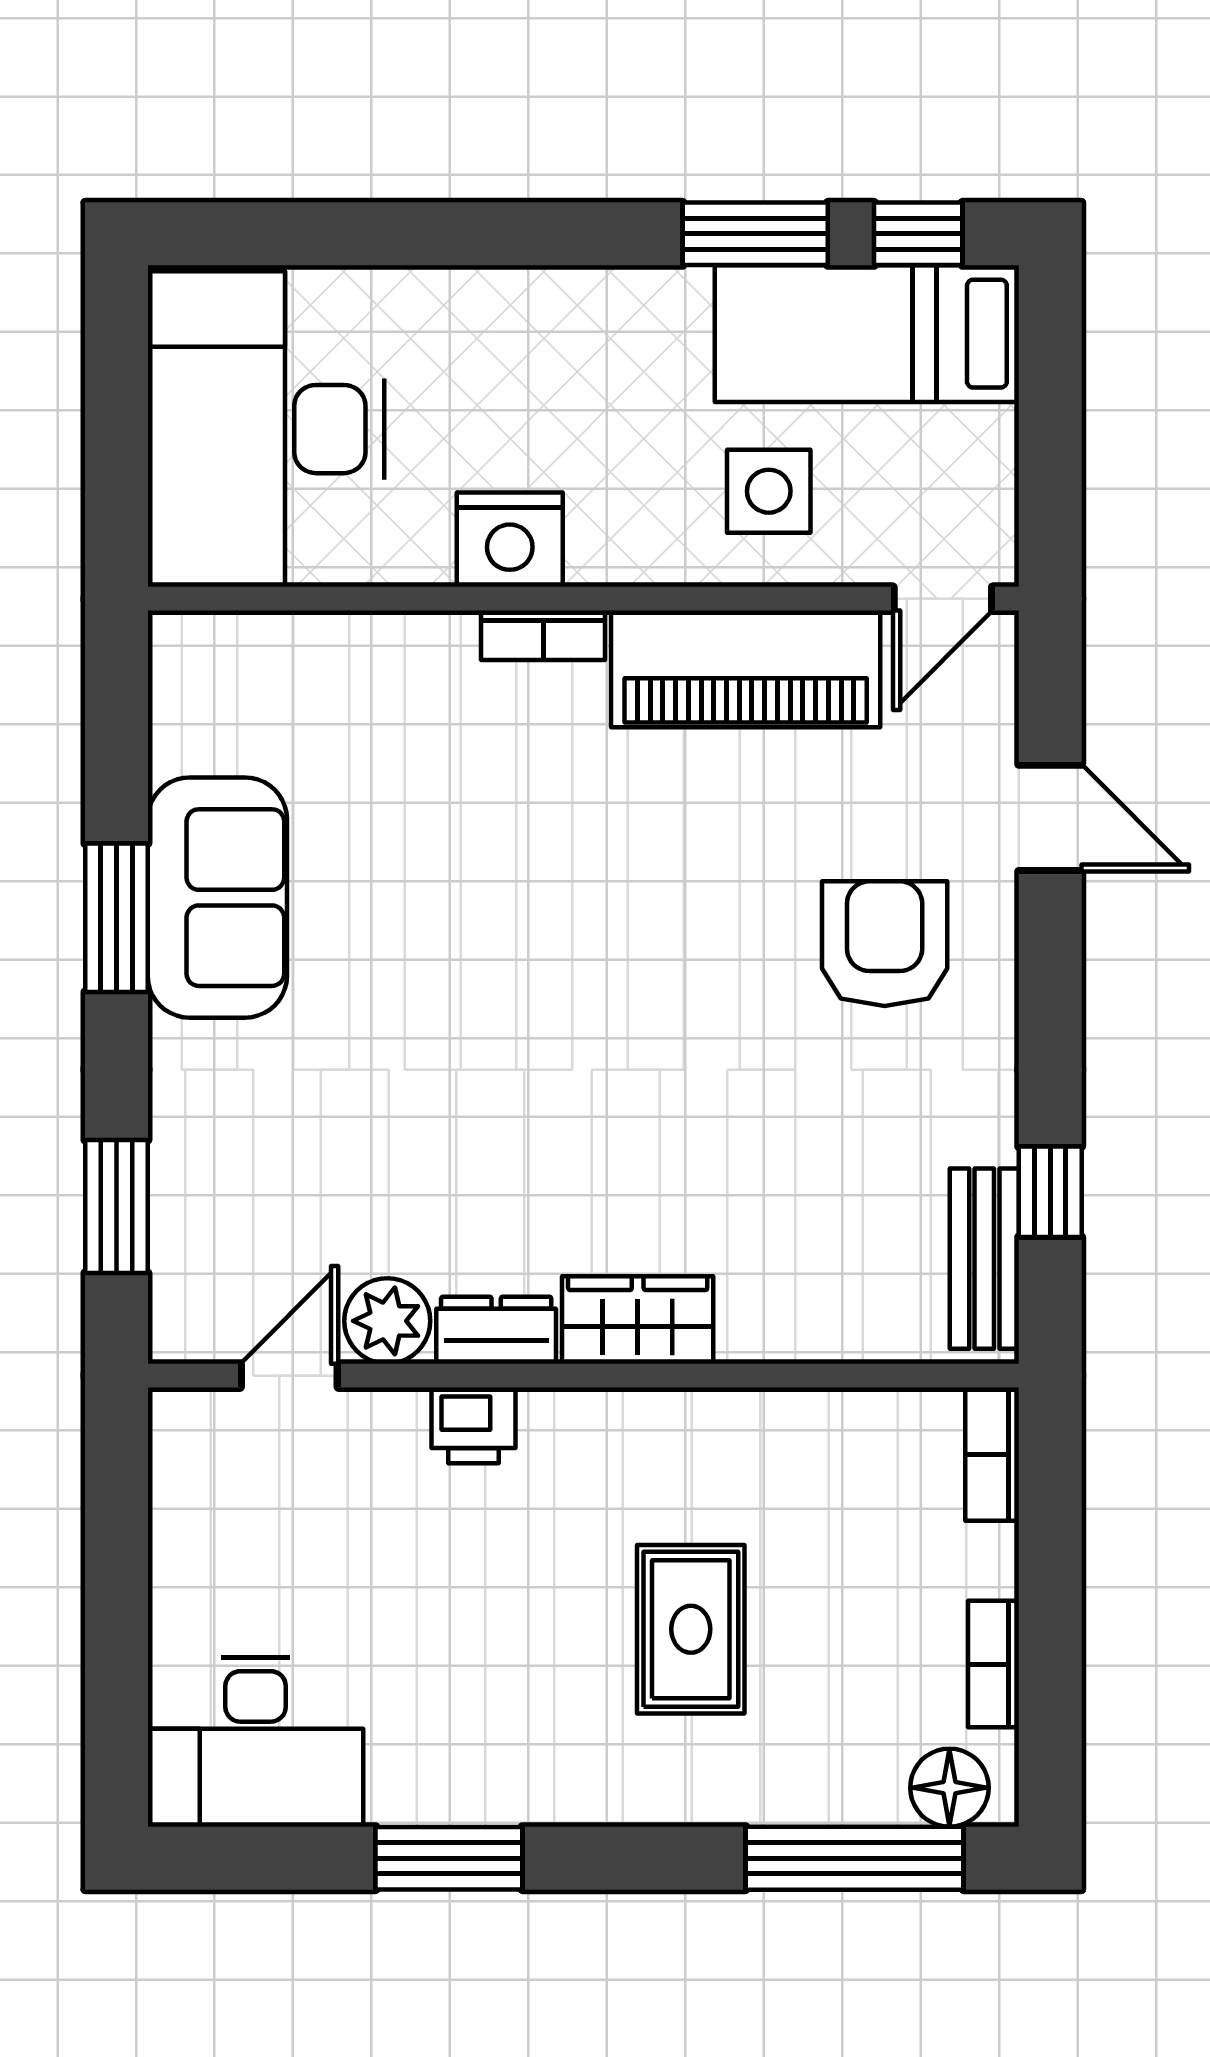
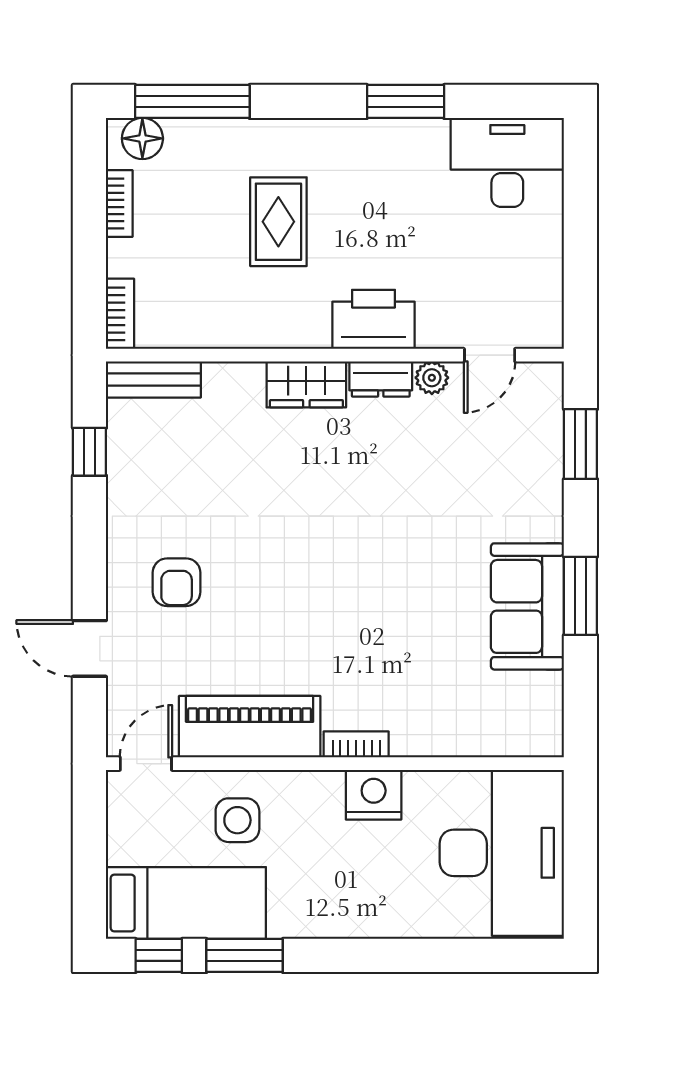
armchair: (885, 944) -> (177, 582), width x0.72, depth x0.72
bench: (984, 1259) -> (153, 379), moved, turned 90
plant: (387, 1321) -> (432, 378), width x0.73, depth x0.73
printer: (474, 1425) -> (373, 319), width x1.87, depth x1.48

